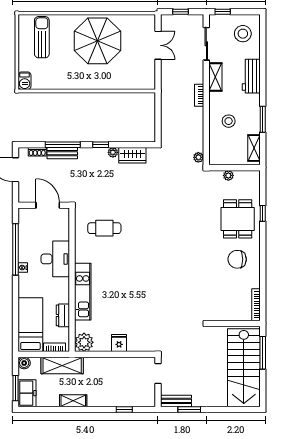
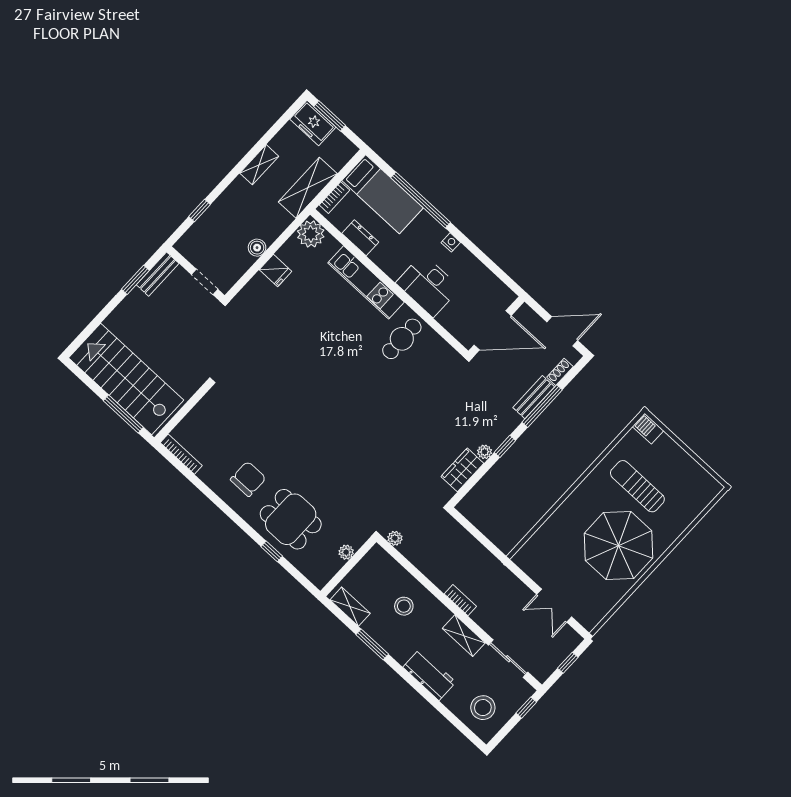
sun lounger: (42, 37) -> (637, 486), moved, turned 180
door: (48, 205) -> (493, 330), width x1.36
cafe table: (104, 228) -> (402, 339), moved
window: (16, 249) -> (421, 200), moved
boiler: (24, 363) -> (257, 248), moved

